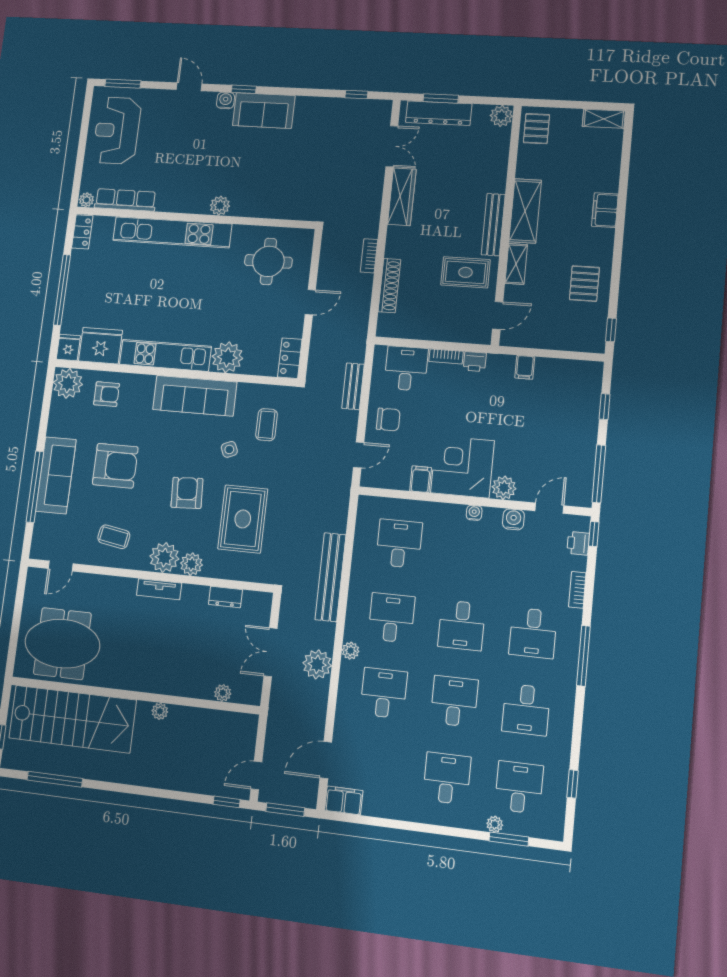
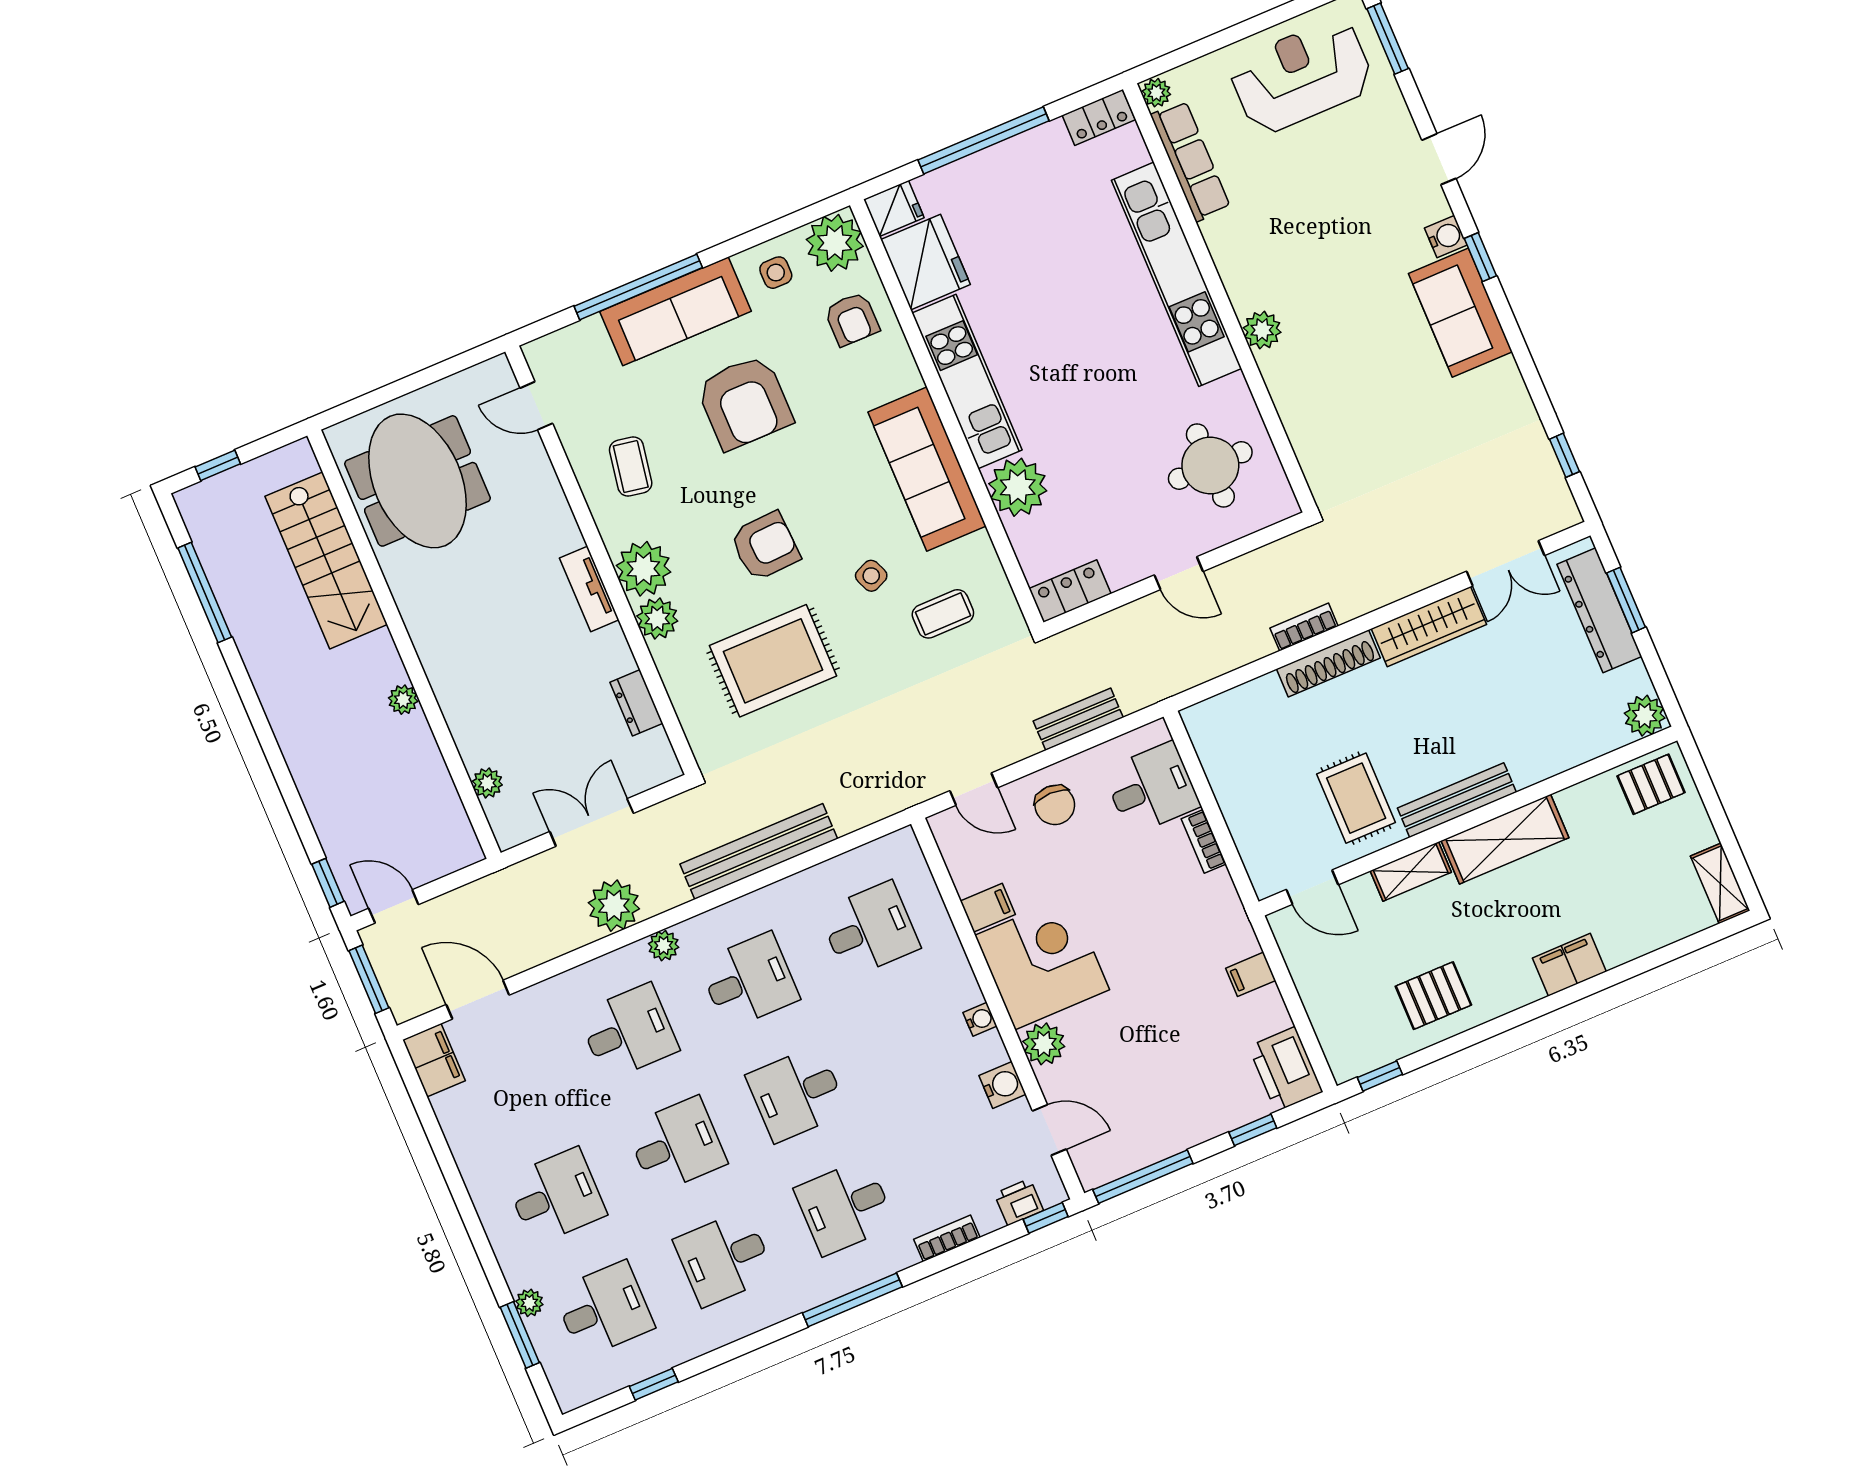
shoe rack: (389, 286) -> (1328, 663), moved
printer: (475, 362) -> (1286, 1069), moved, width x1.87, depth x1.48
side table: (65, 418) -> (776, 273), added
stairs: (73, 719) -> (326, 560), width x0.73, depth x0.66

